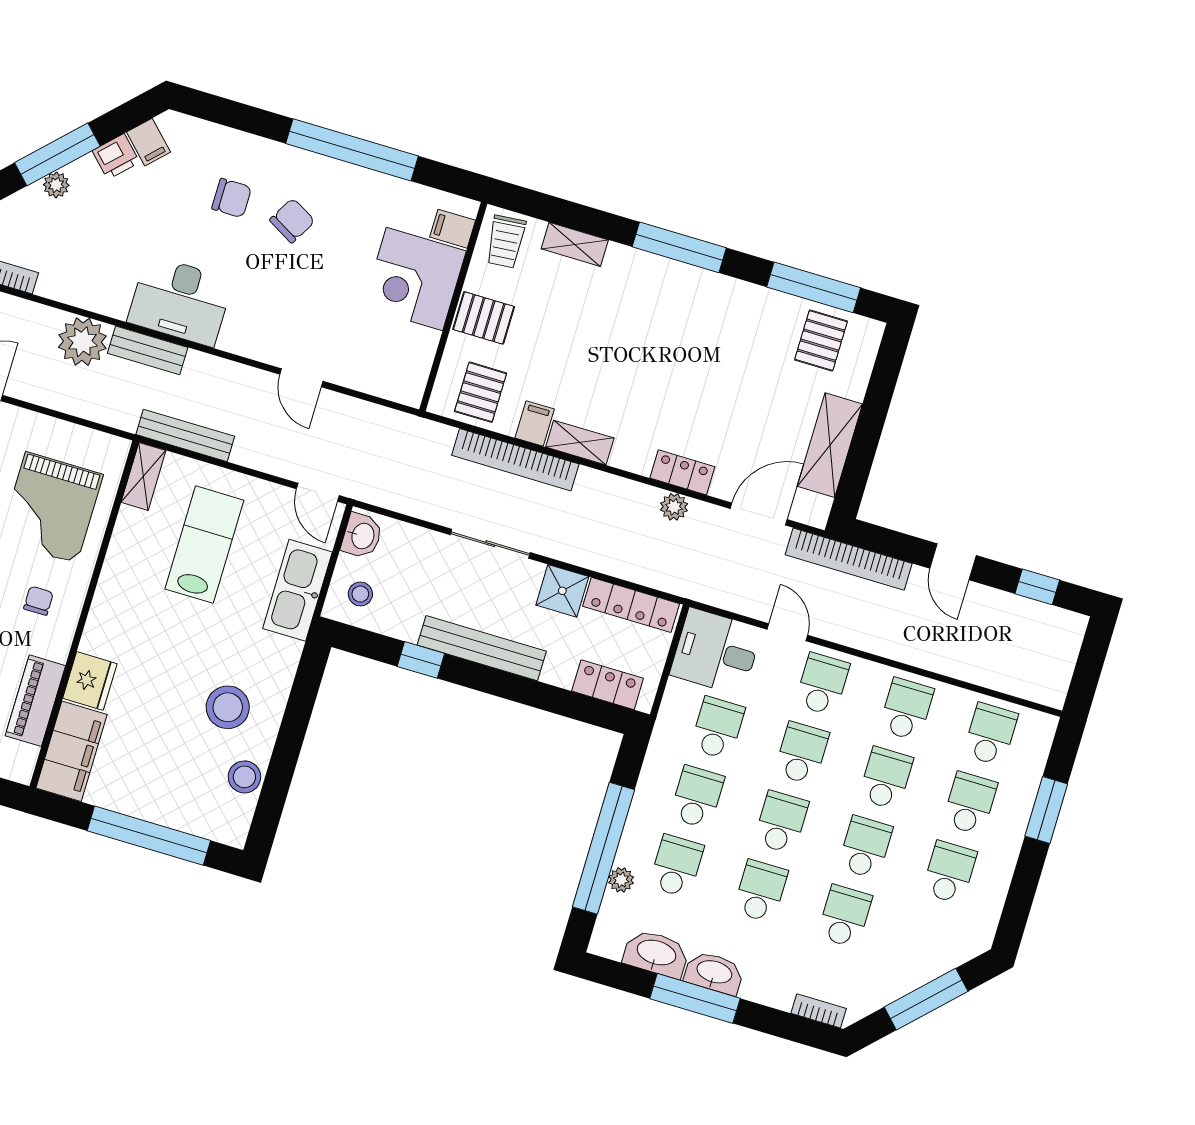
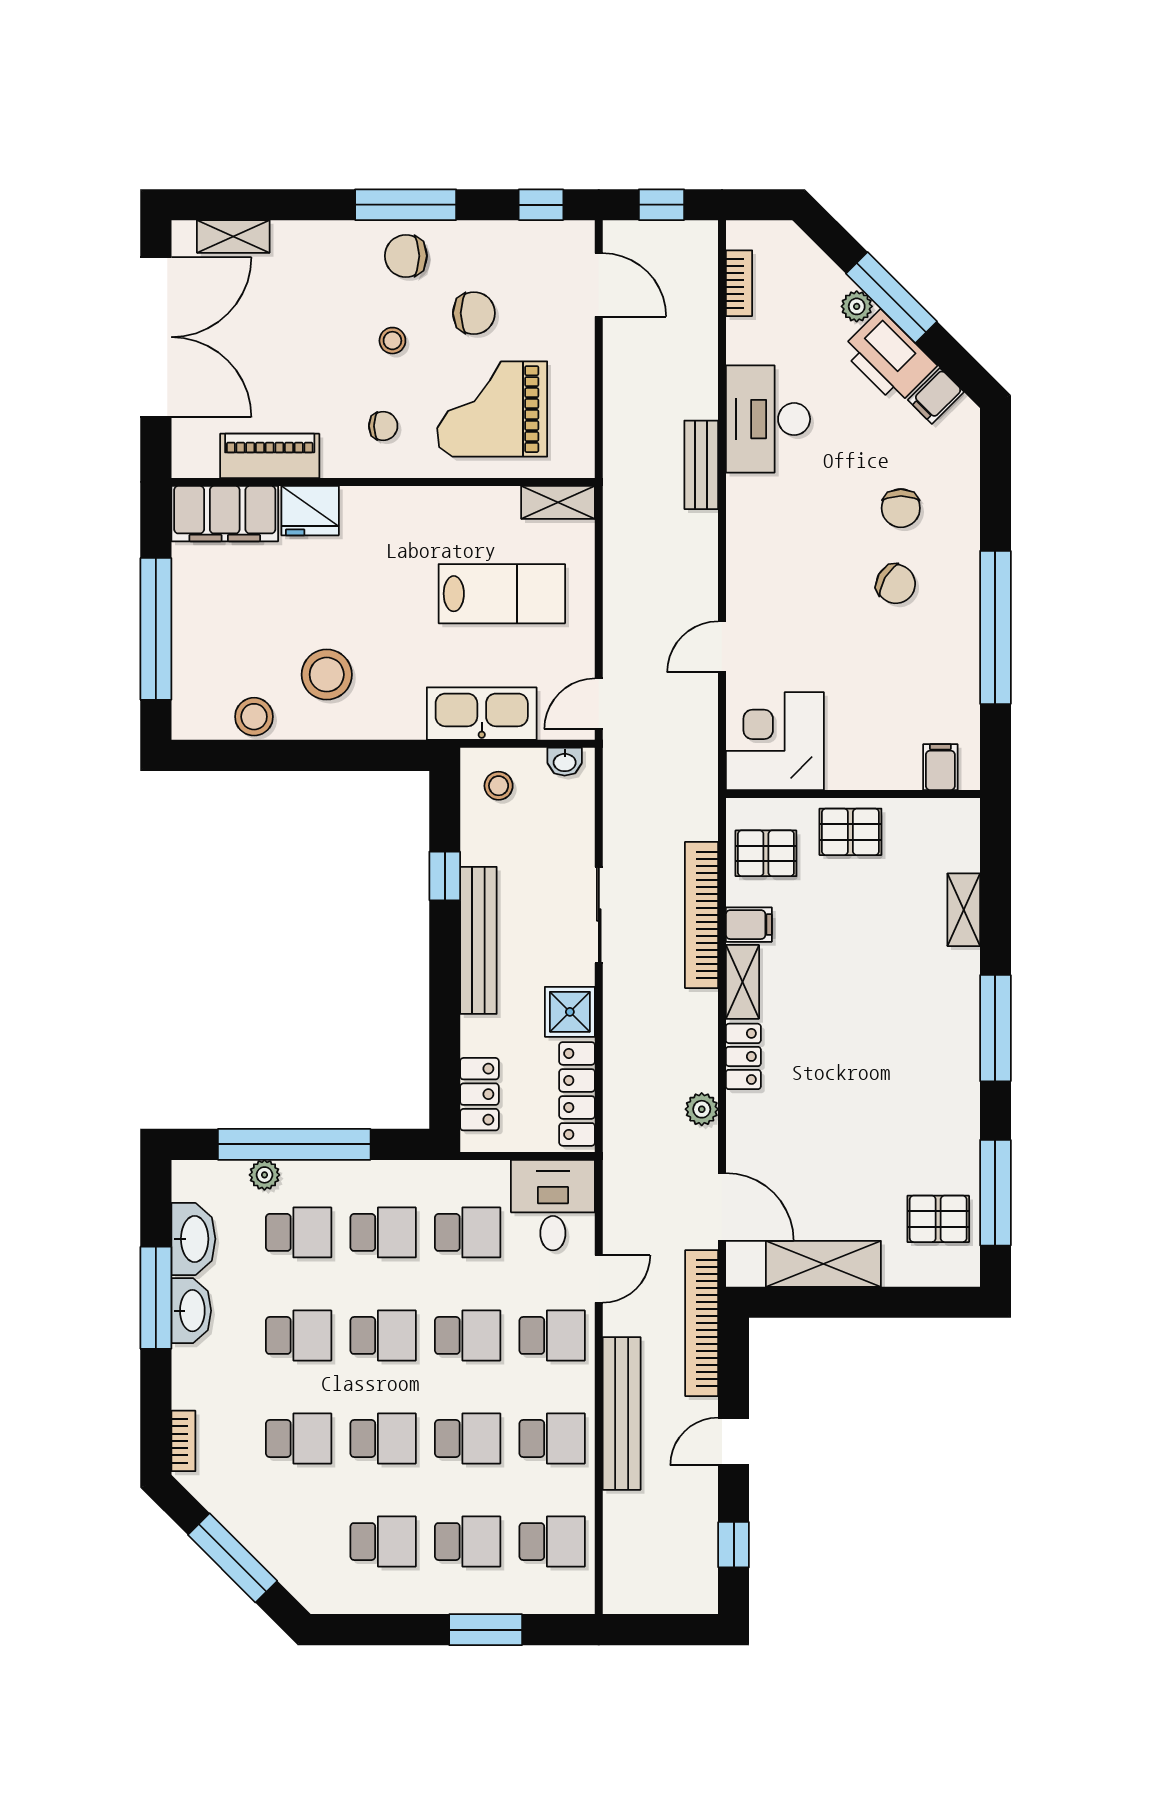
printer: (116, 157) -> (889, 358), width x1.87, depth x1.48
trolley: (506, 242) -> (944, 831), removed
corner desk: (415, 279) -> (775, 741), moved
desk: (180, 301) -> (768, 419), moved
pallet: (484, 318) -> (850, 832), turned 90
plant: (82, 342) -> (689, 389), removed
bench: (185, 435) -> (622, 1413), moved, width x1.37, depth x1.21
locker: (682, 472) -> (743, 1056), moved
washbasin: (362, 536) -> (565, 762), width x0.72, depth x0.69

